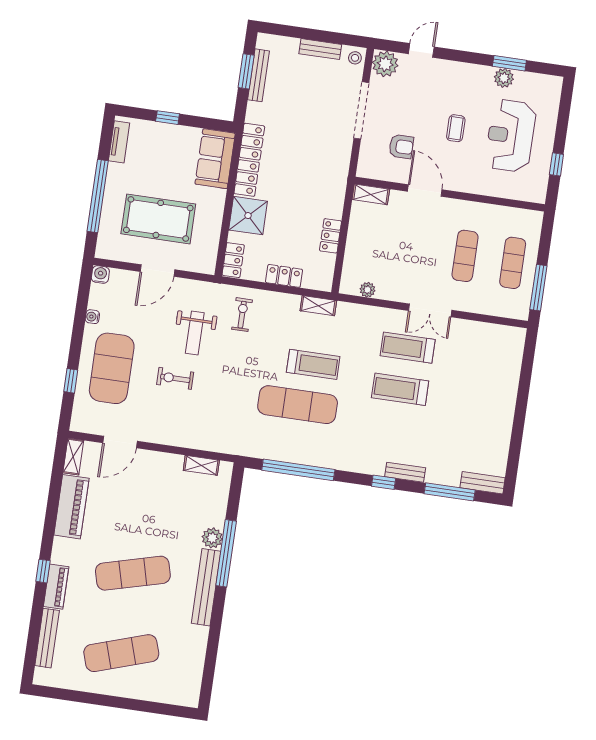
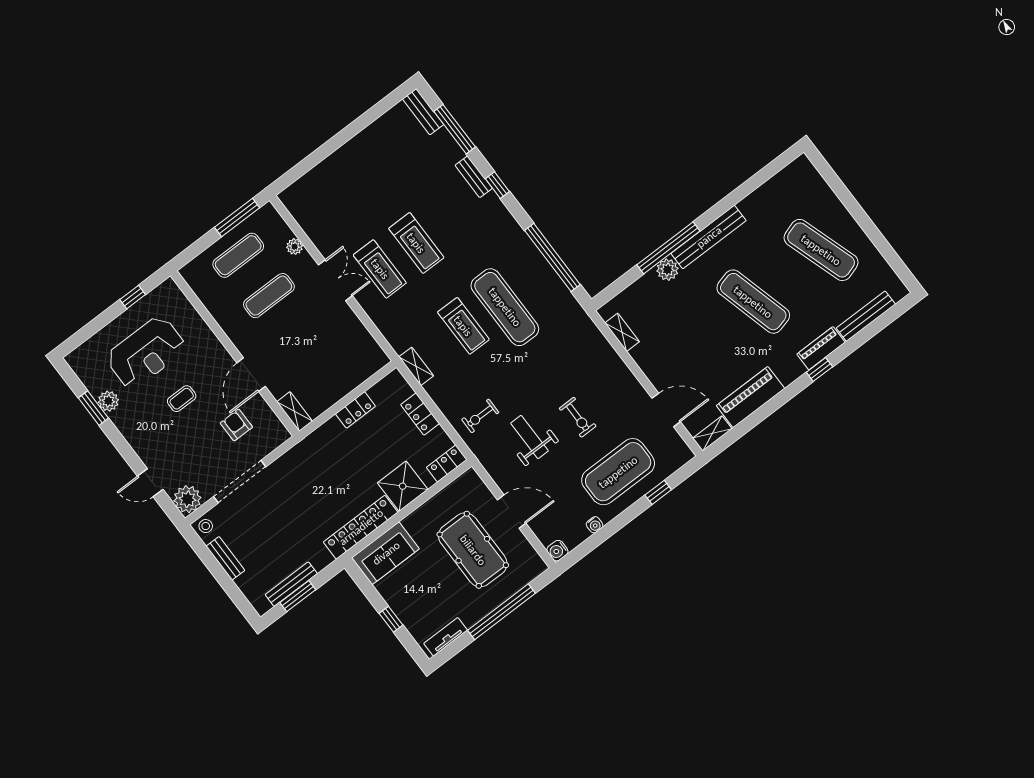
plant: (367, 290) -> (295, 247), moved
weight bench: (195, 333) -> (529, 437), turned -90
treadmill: (313, 364) -> (463, 326), turned 180

